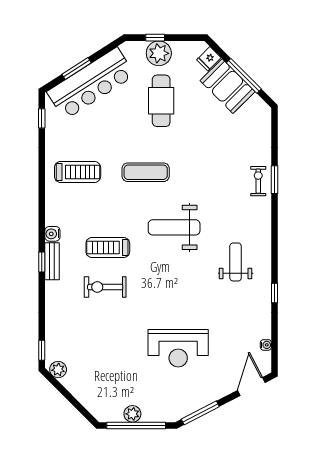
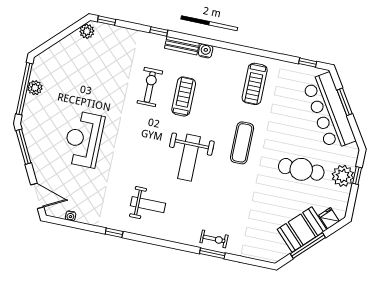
weight bench: (174, 227) -> (189, 158), turned 180
window: (42, 262) -> (159, 31), moved

